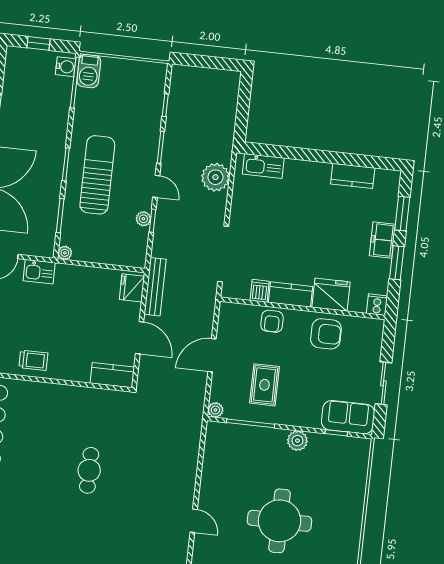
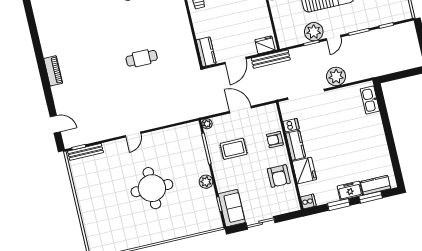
kitchen counter: (353, 176) -> (376, 185), moved, turned 90
plant: (215, 177) -> (336, 76), moved
plant: (143, 219) -> (314, 32), width x1.87, depth x1.87

